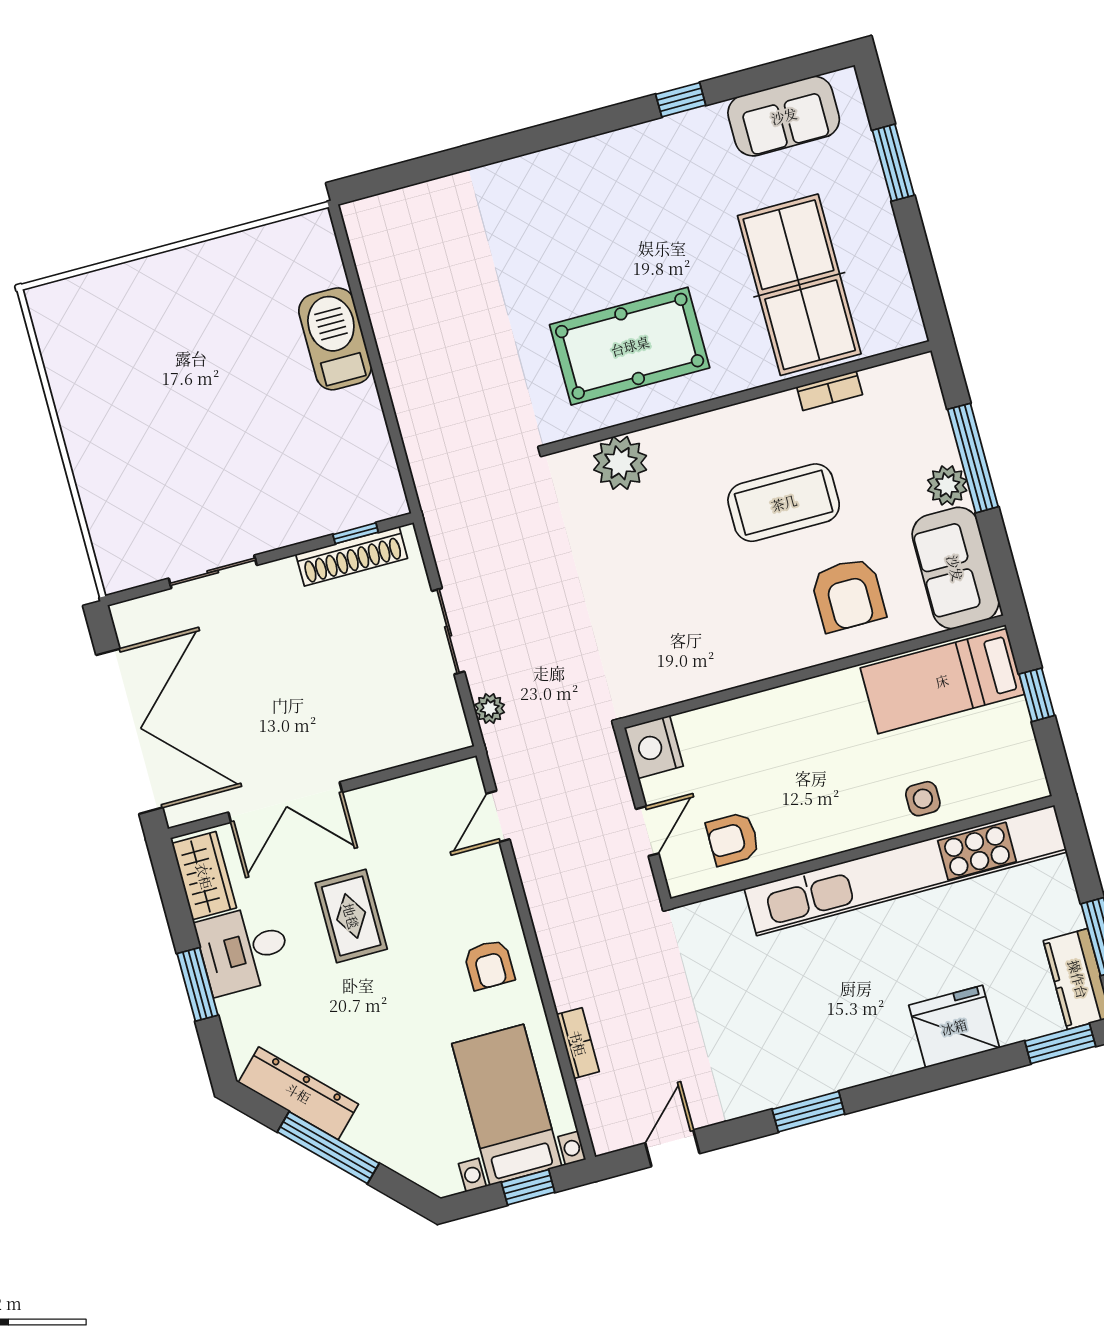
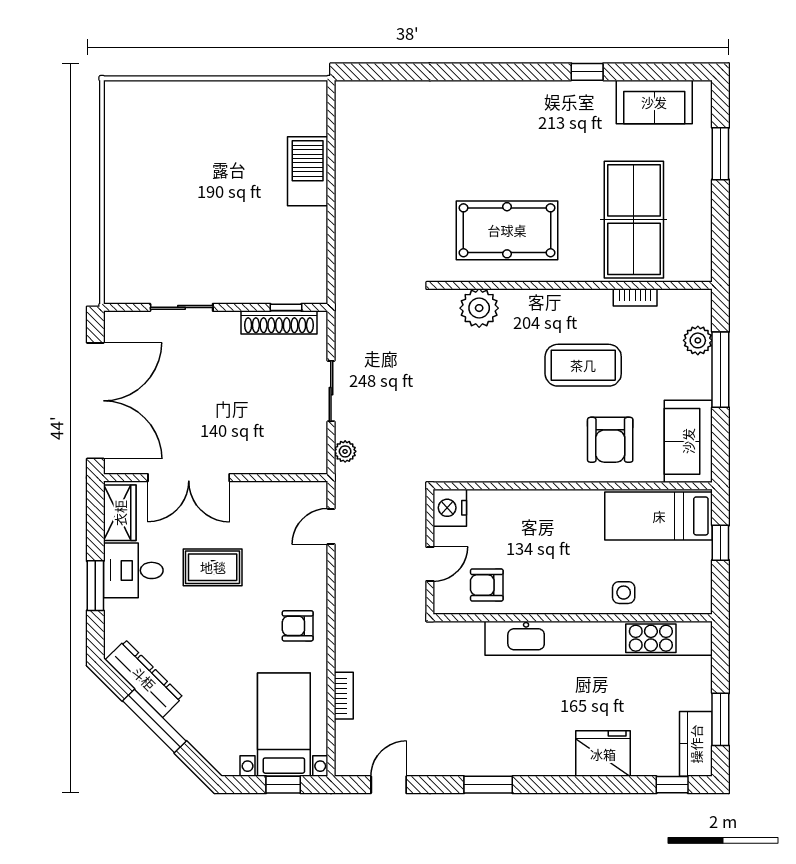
plant: (947, 485) -> (698, 340), moved
rug: (351, 916) -> (213, 567), turned 90
armchair: (489, 965) -> (298, 626), turned 90
window: (1060, 1044) -> (672, 785), width x0.67

